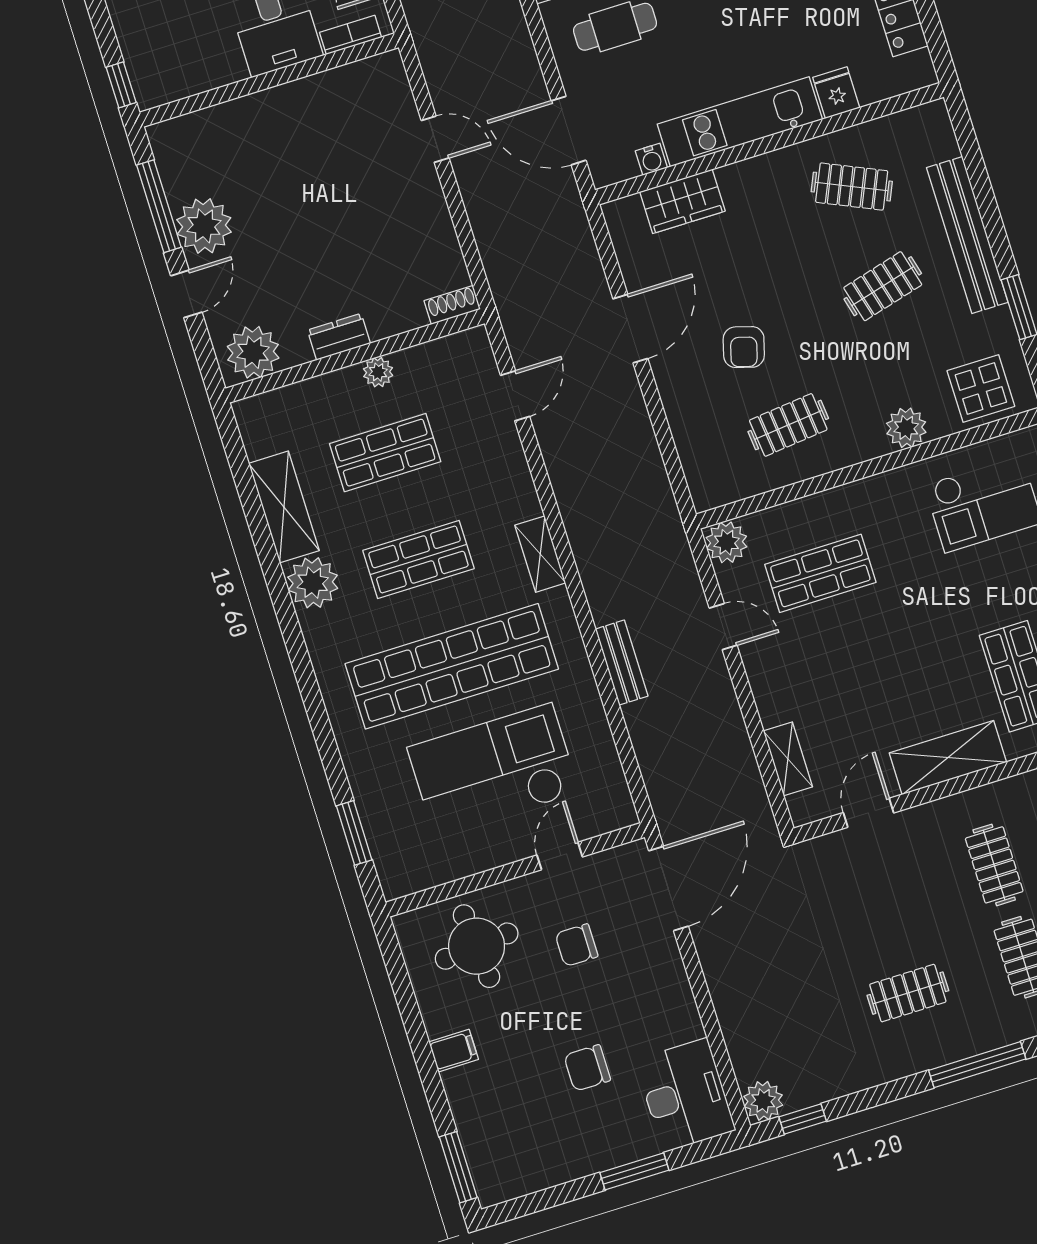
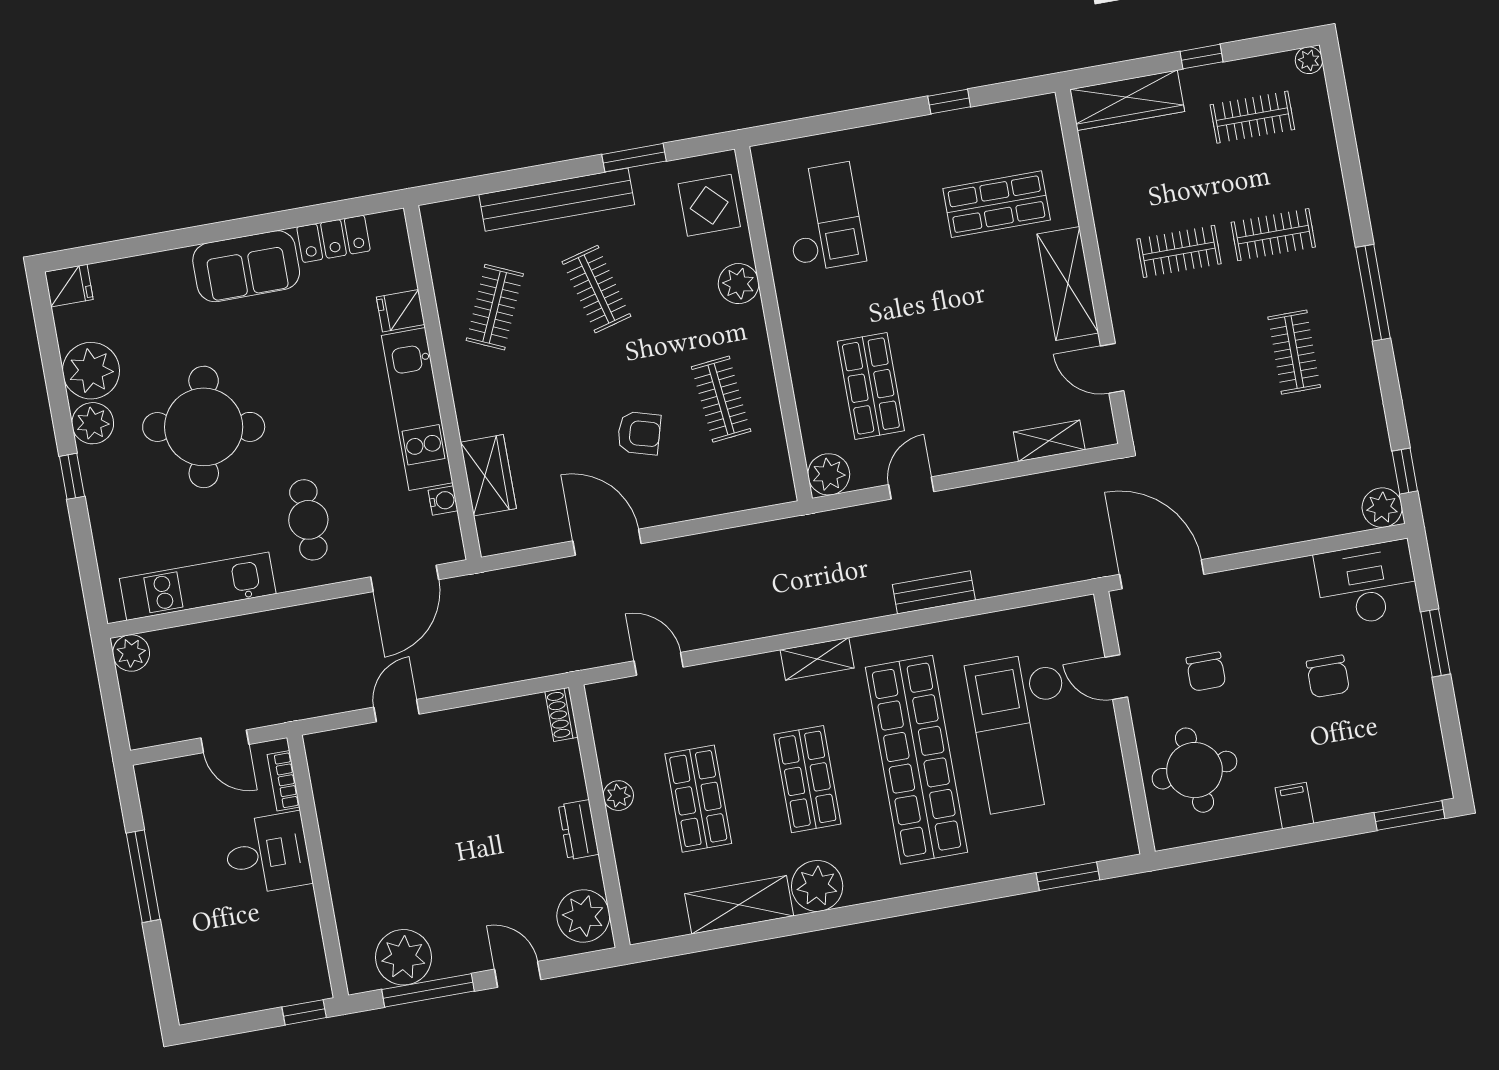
plant: (204, 226) -> (403, 957), moved

